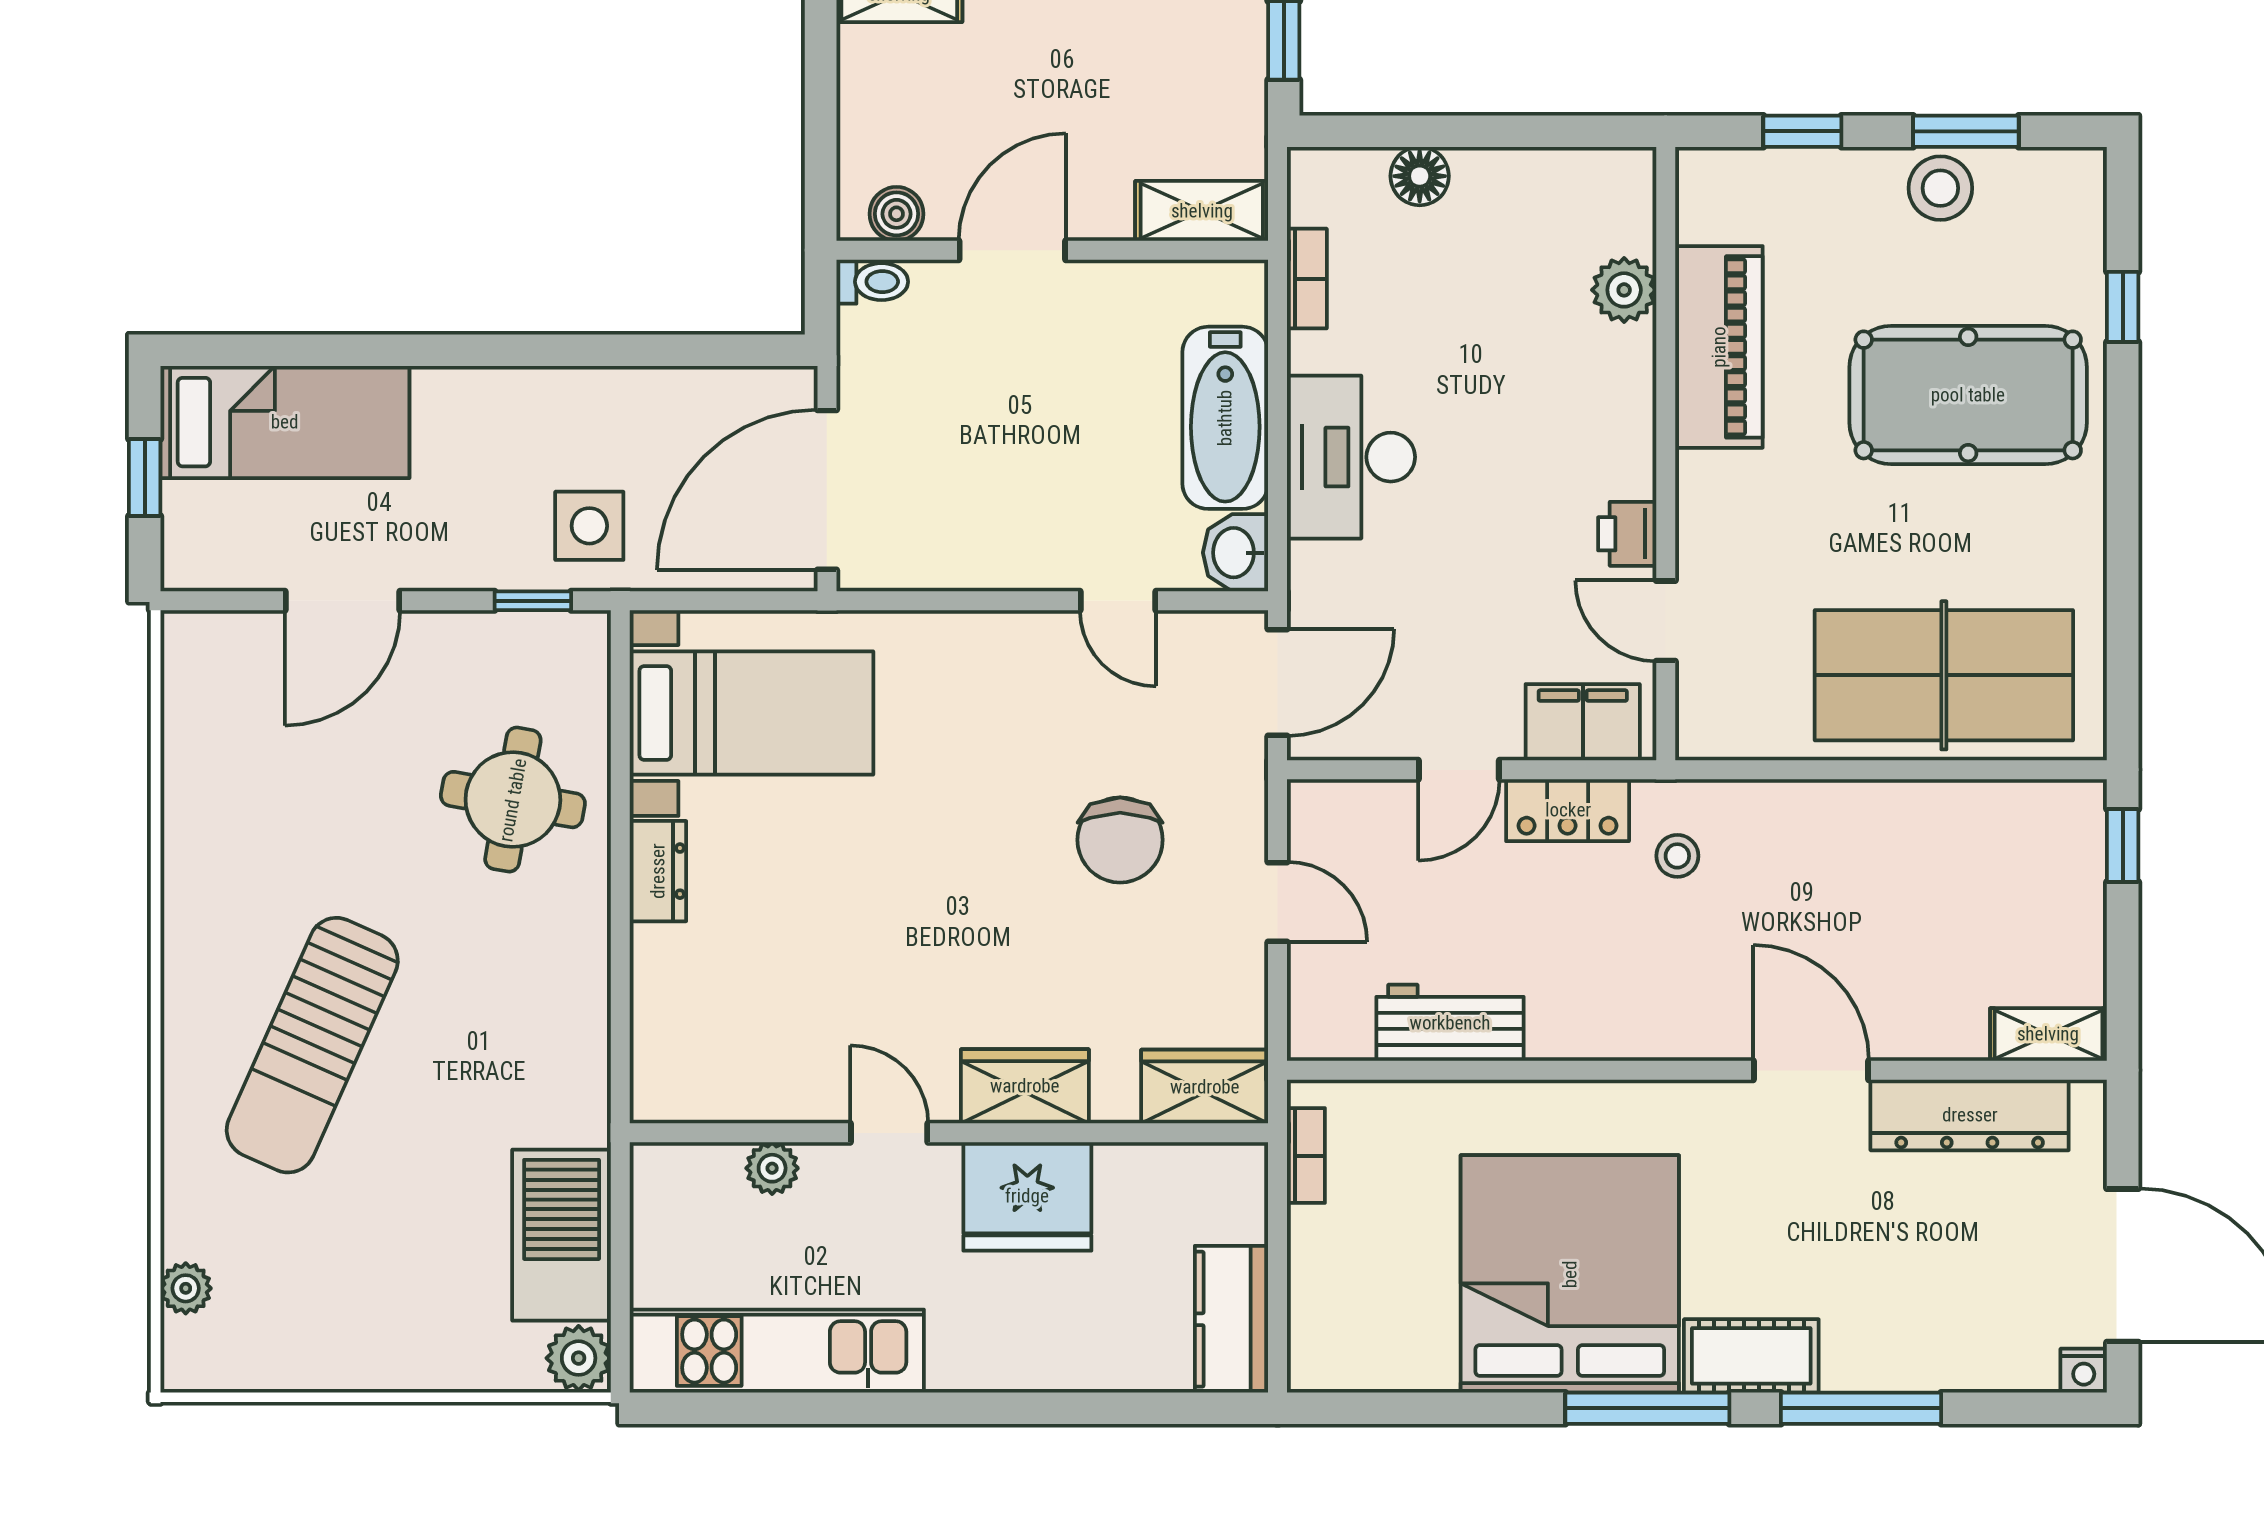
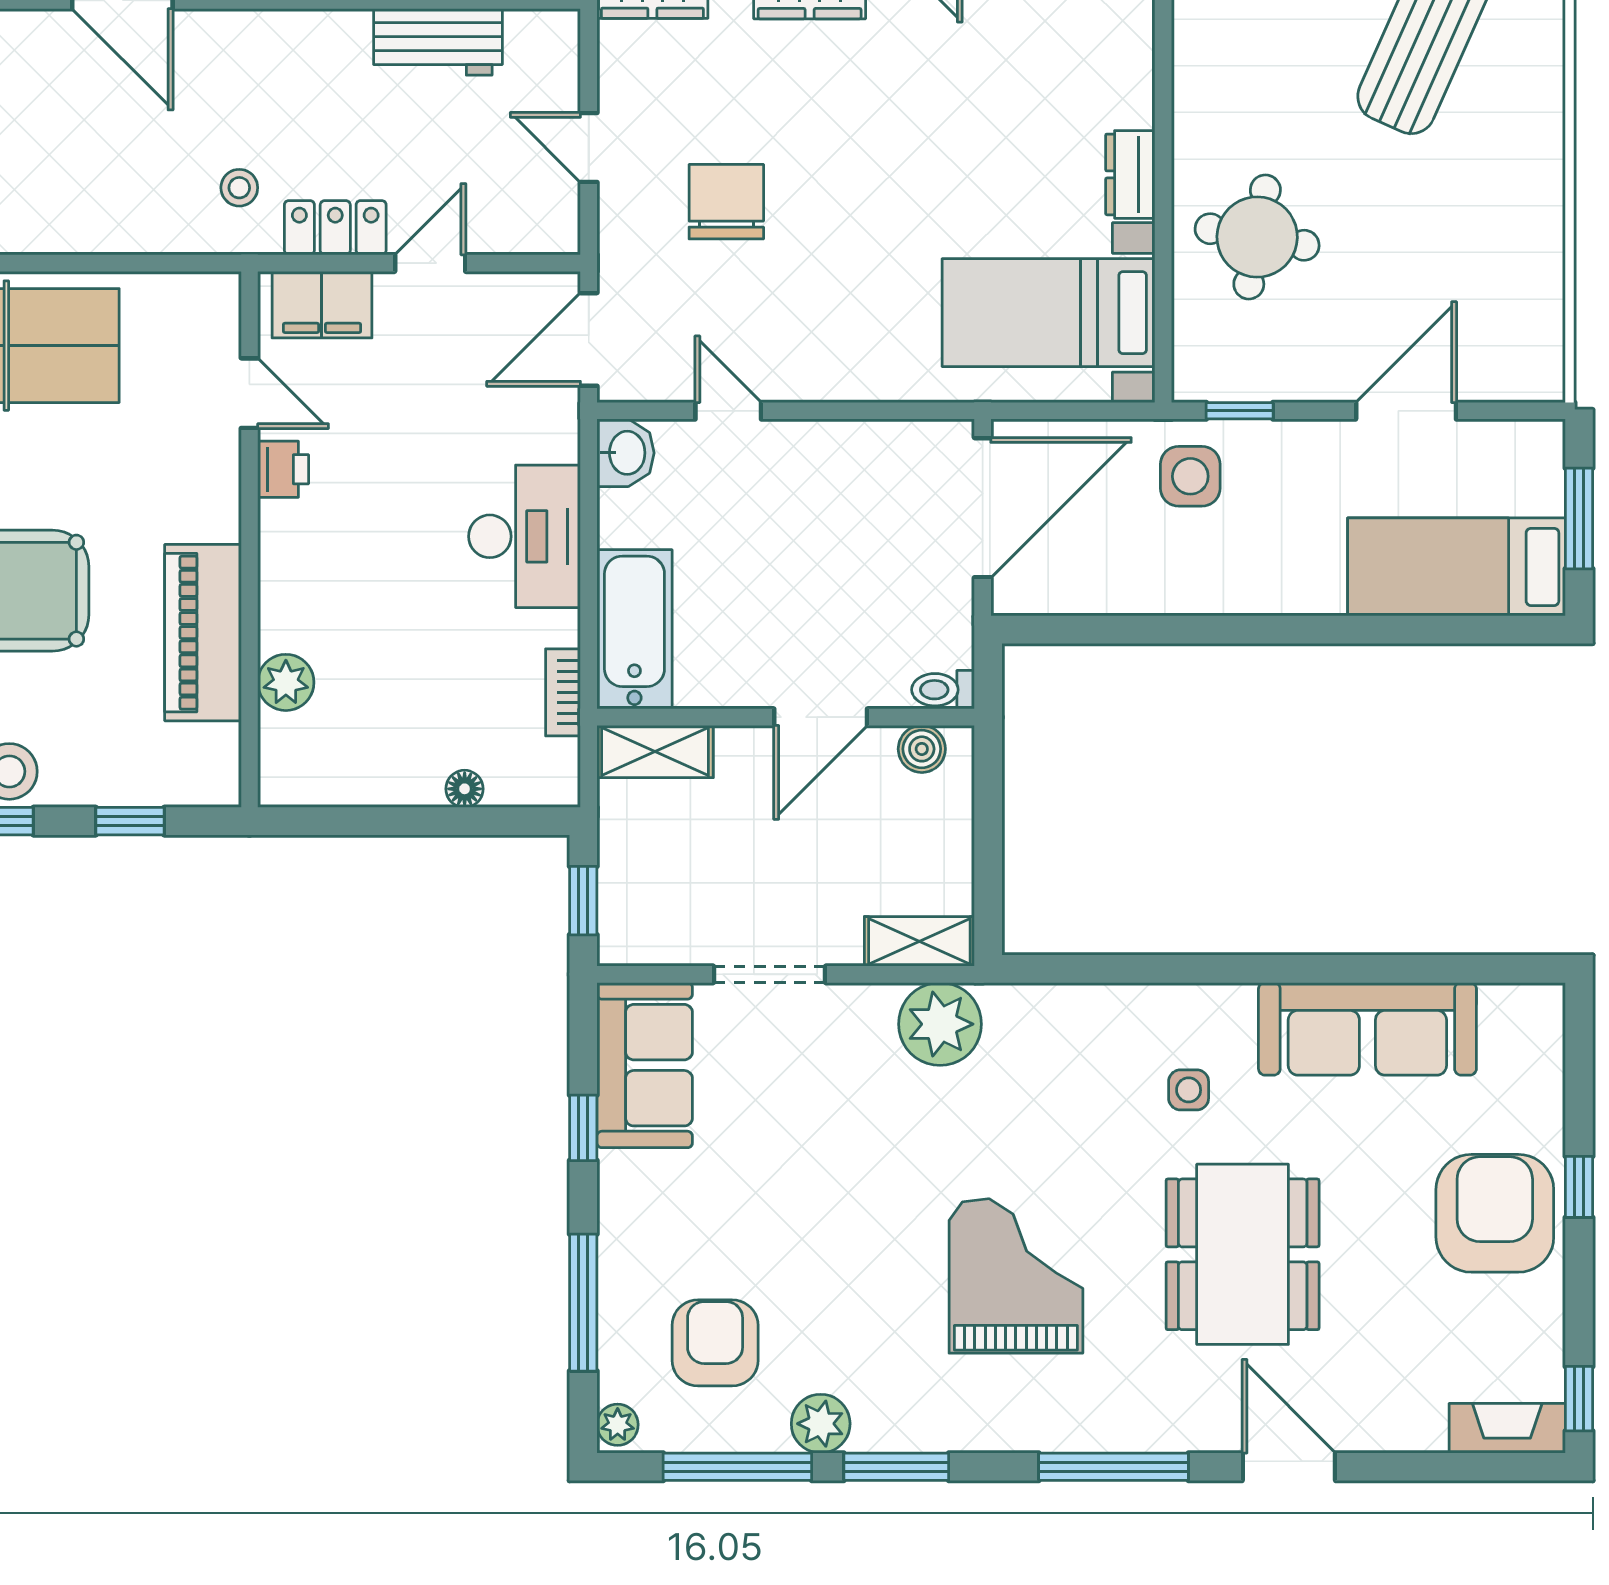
floor lamp: (1420, 176) -> (465, 789), width x0.73, depth x0.73
bathtub: (1225, 418) -> (634, 629), moved
window: (145, 478) -> (1579, 518), width x1.50

